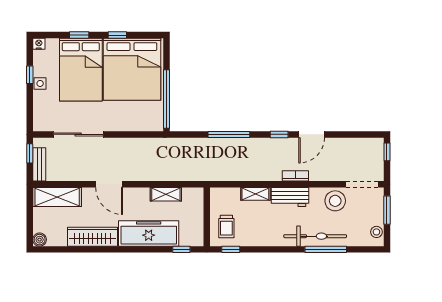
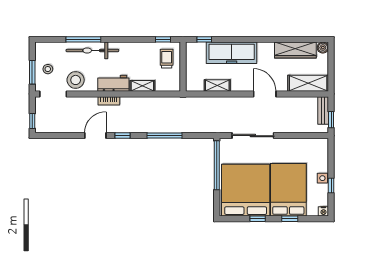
sliding door: (78, 134) -> (253, 136), moved
stool: (376, 232) -> (48, 69), moved
wardrobe: (93, 237) -> (295, 50), moved

